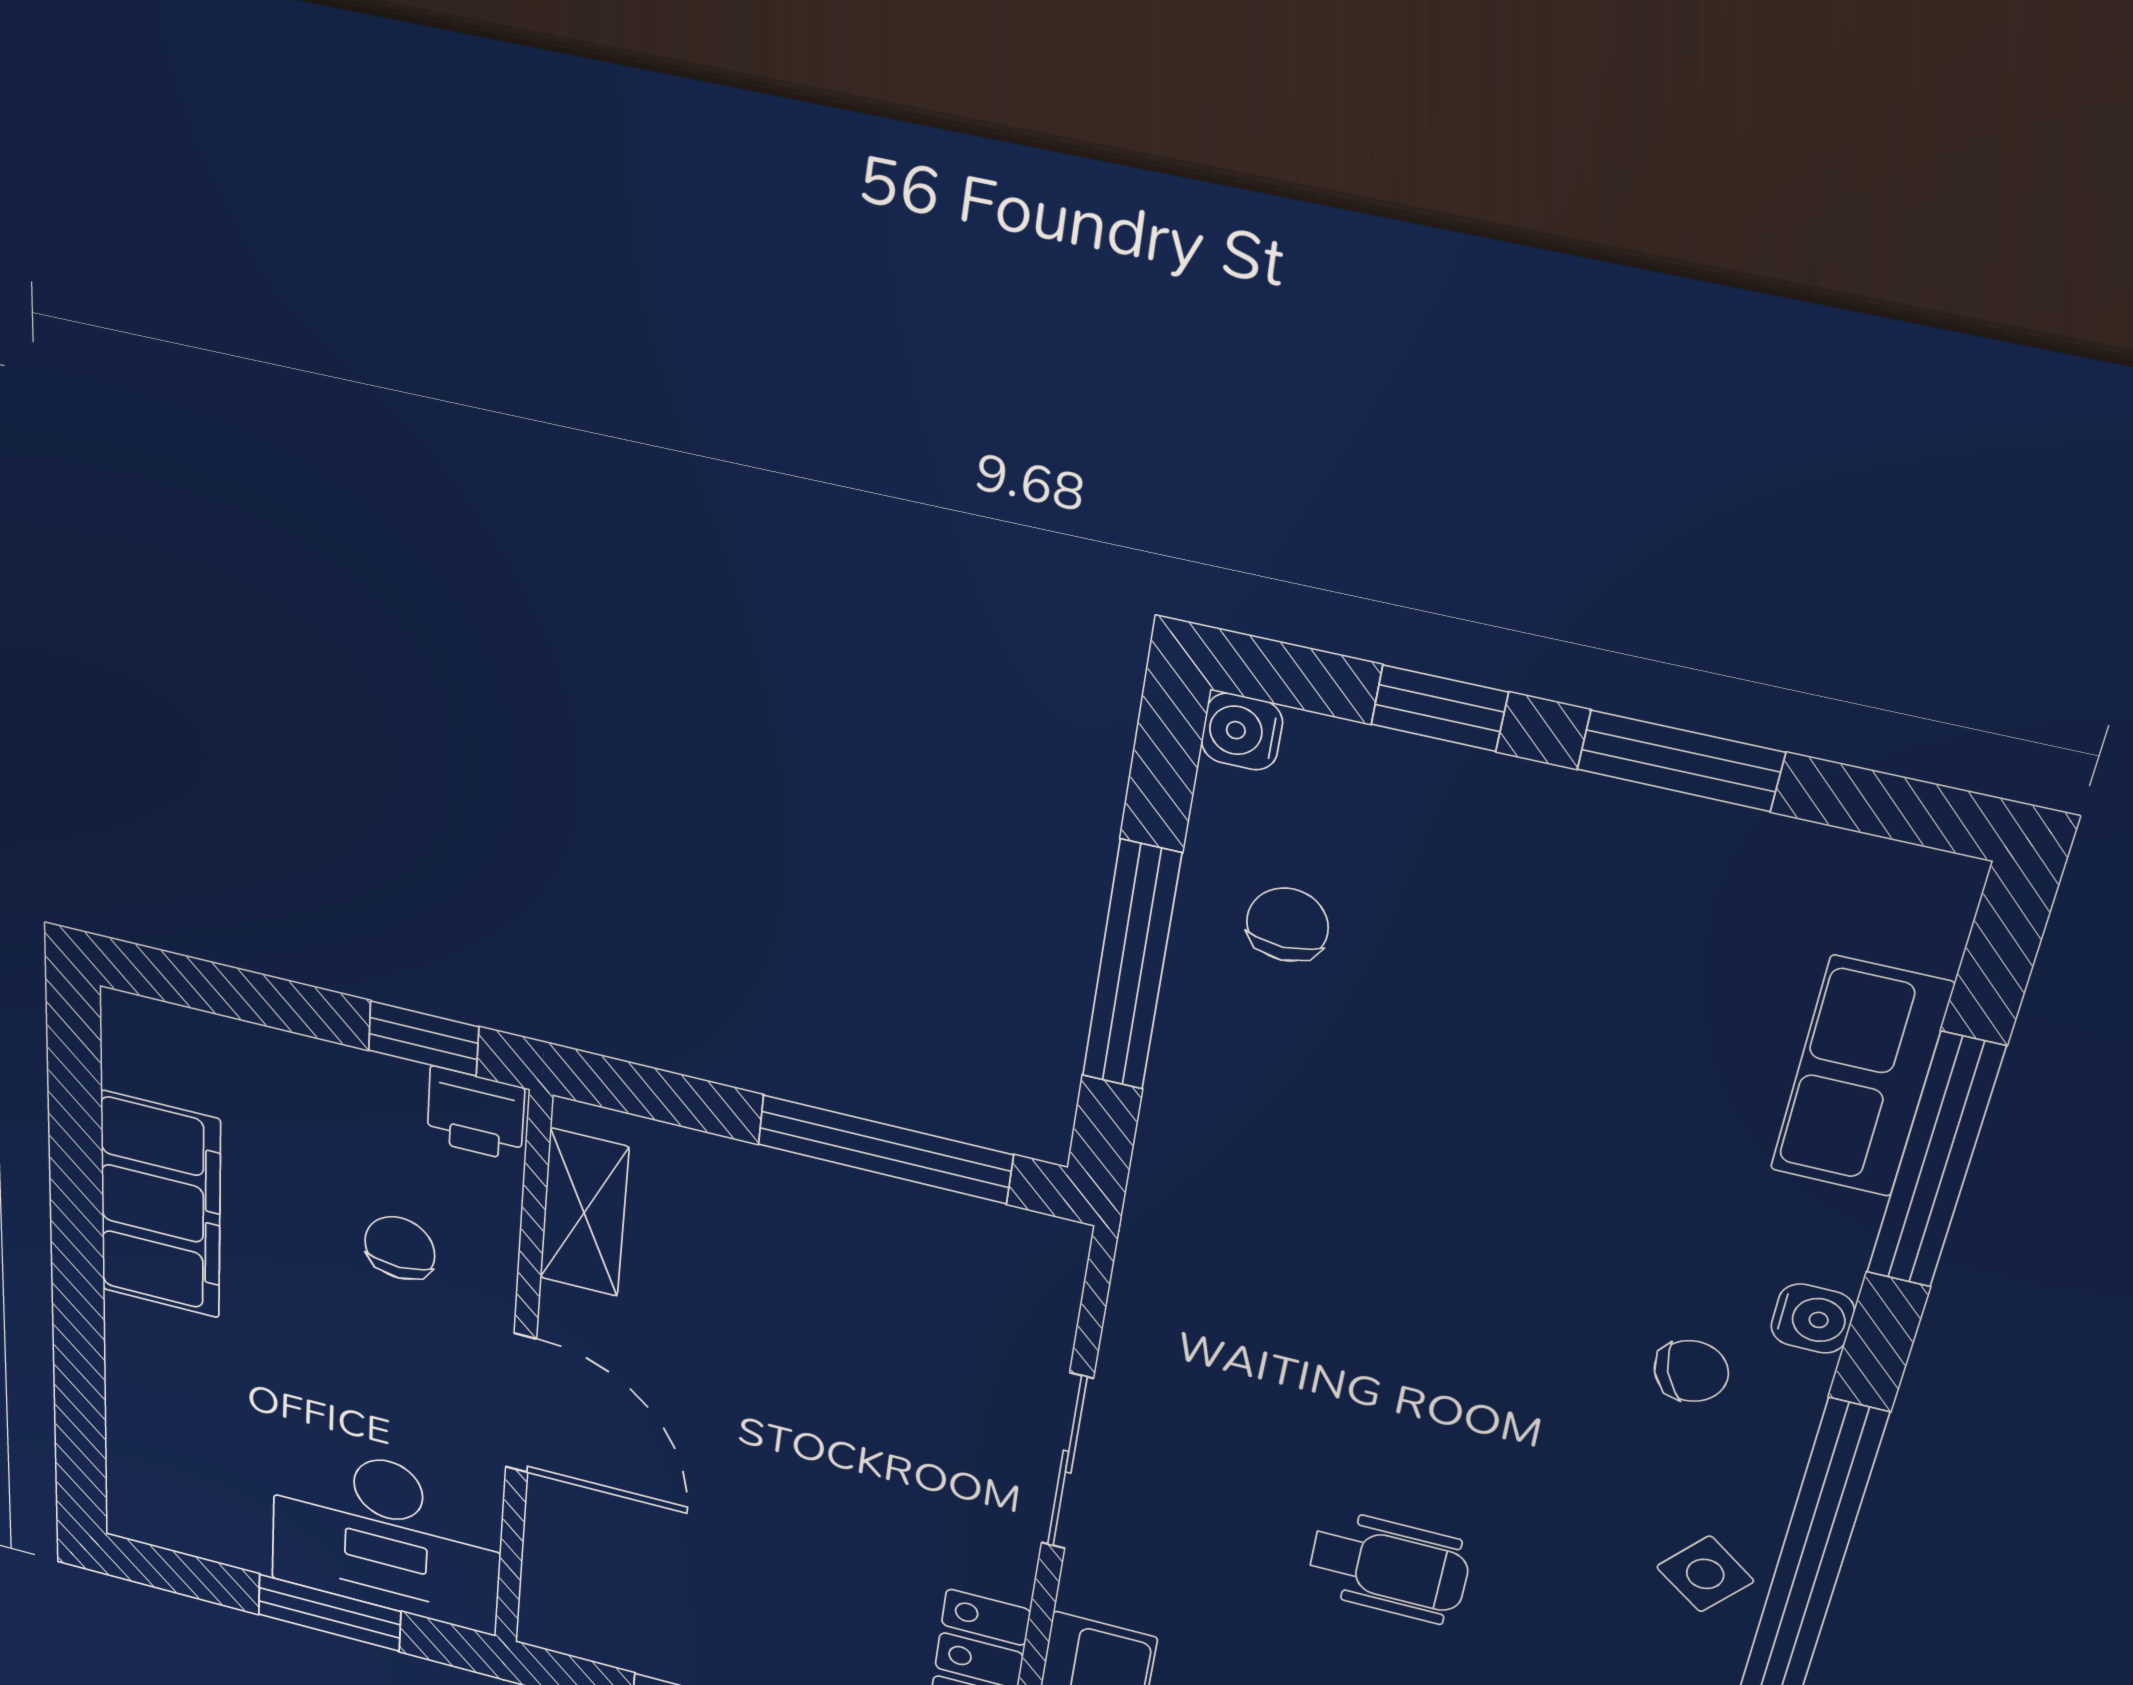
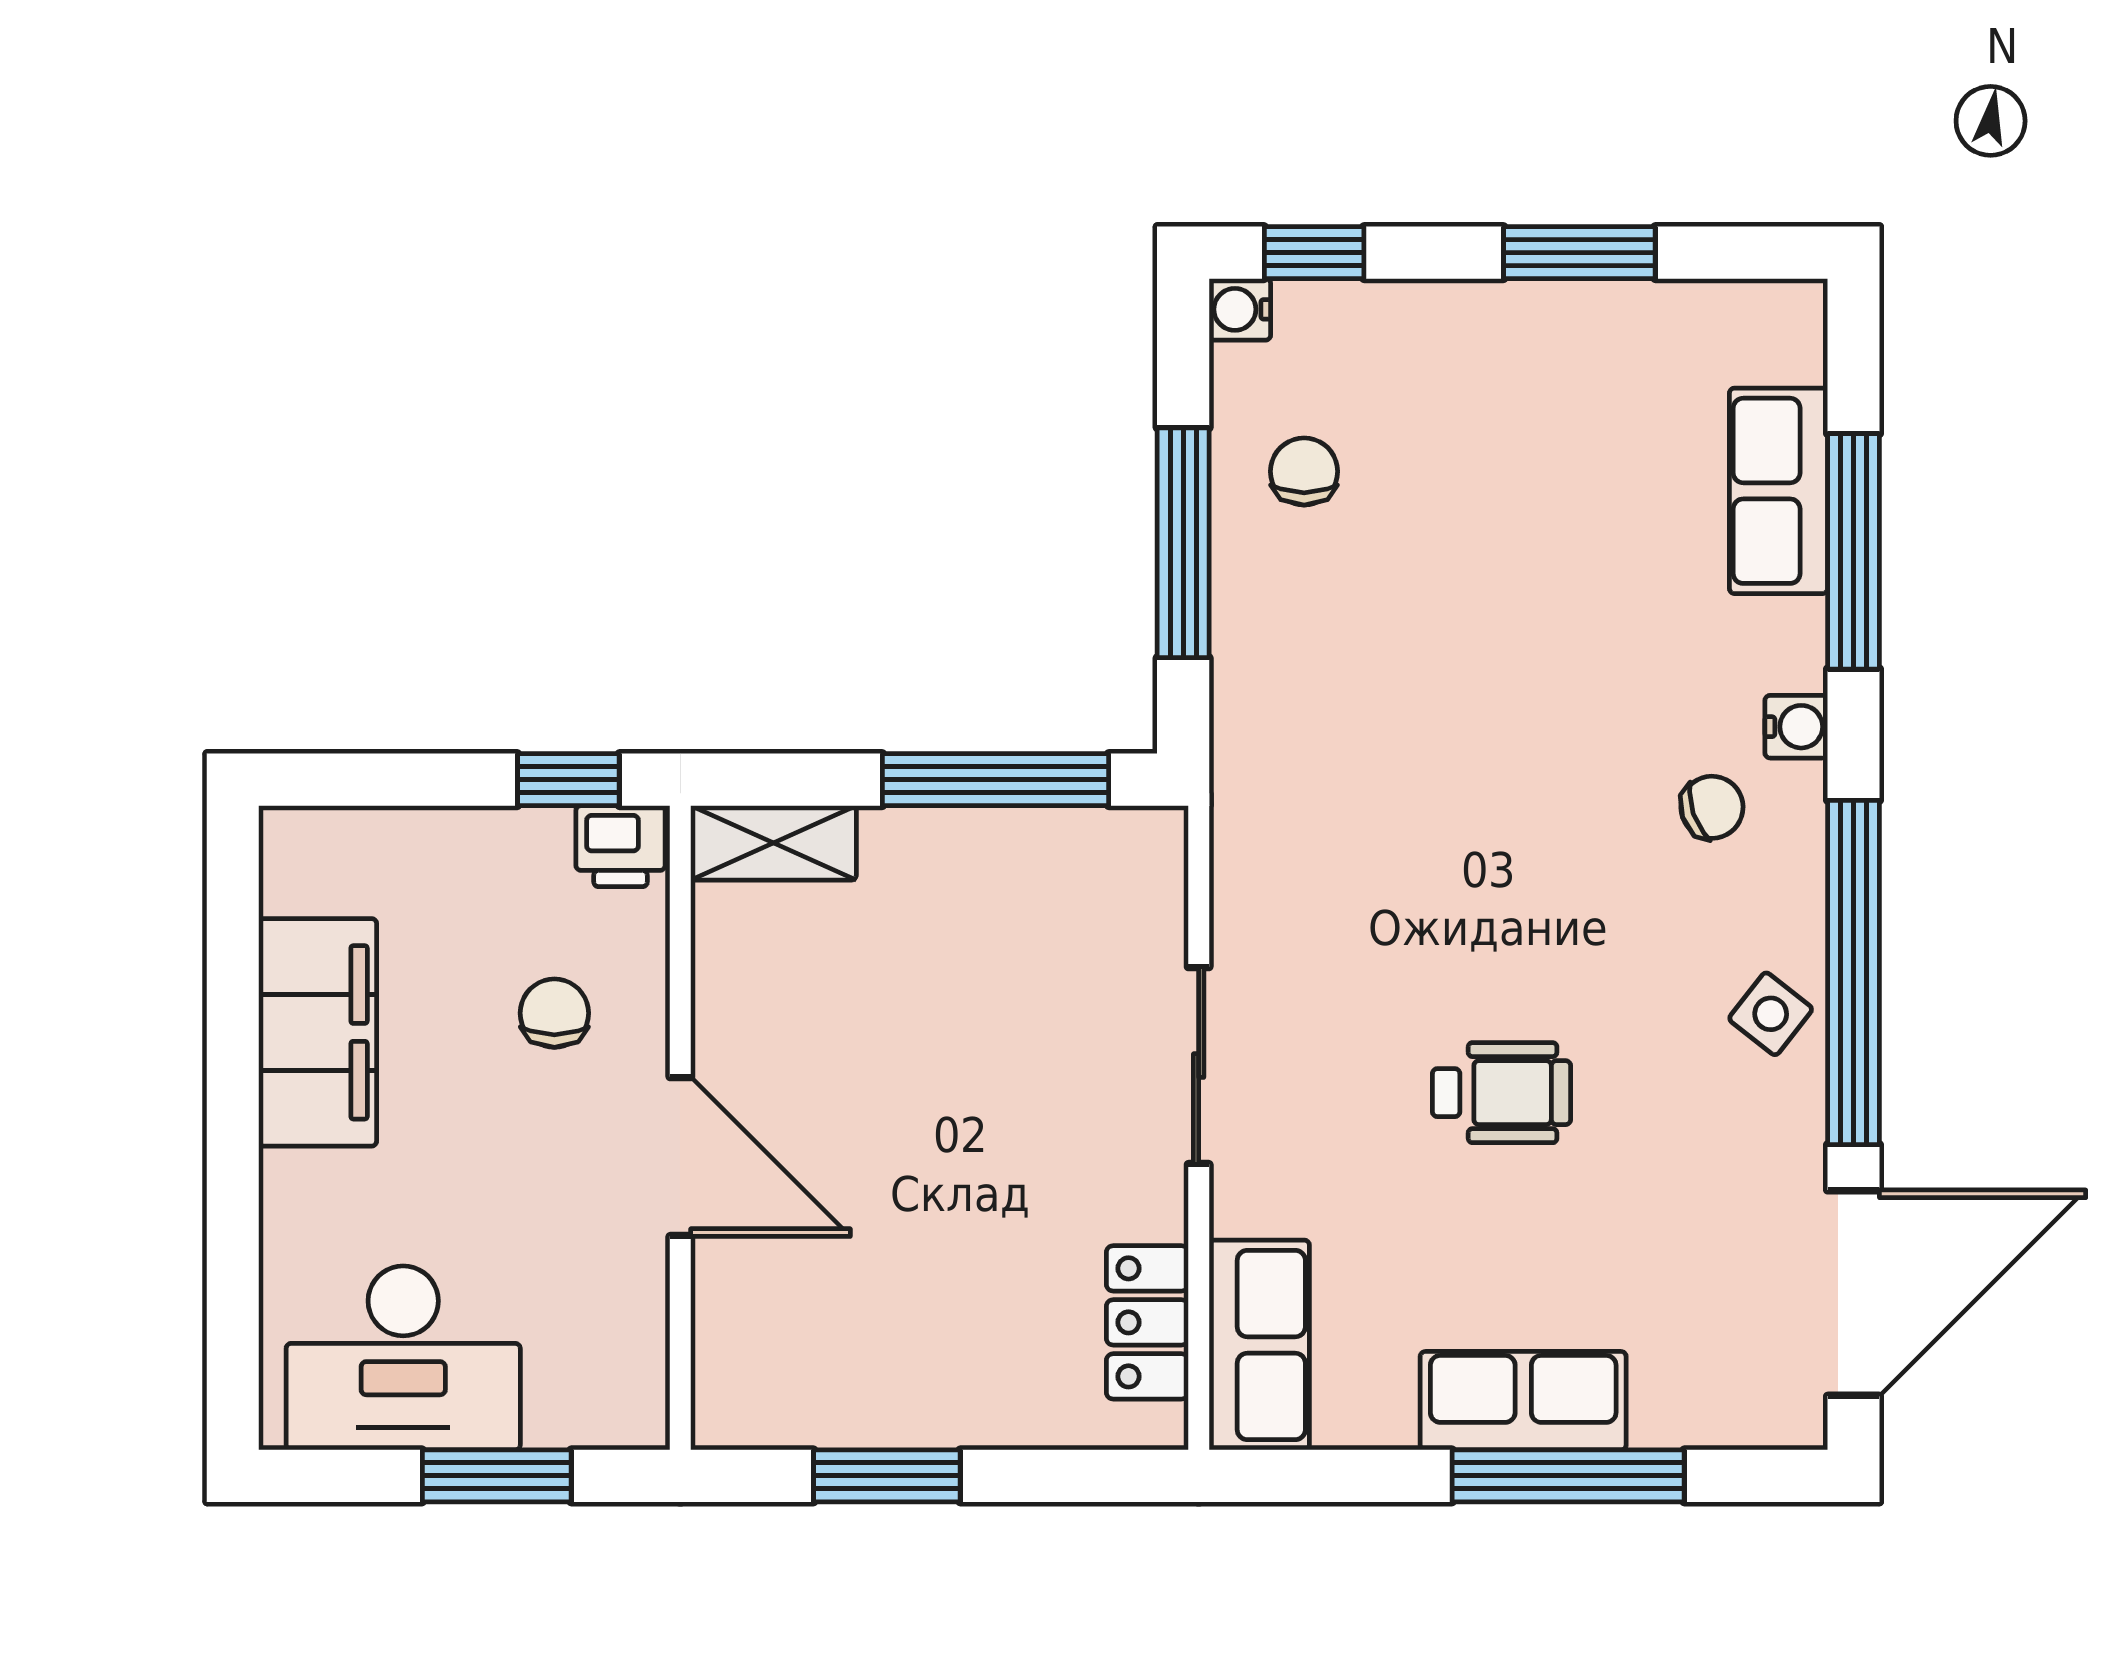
window: (1439, 708) -> (1314, 253), moved
shelving: (584, 1213) -> (773, 843), moved, turned 90
desk: (386, 1535) -> (403, 1358), moved

